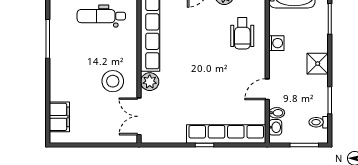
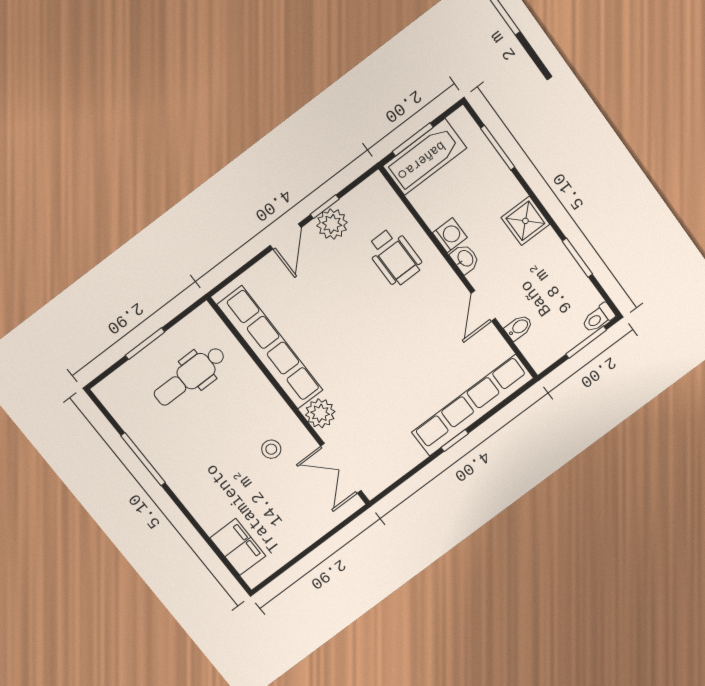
stool: (113, 81) -> (271, 449), width x0.53, depth x0.53
toilet: (319, 122) -> (598, 318), moved
washbasin: (275, 127) -> (465, 259), moved

